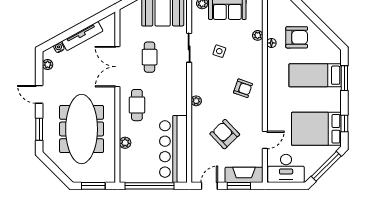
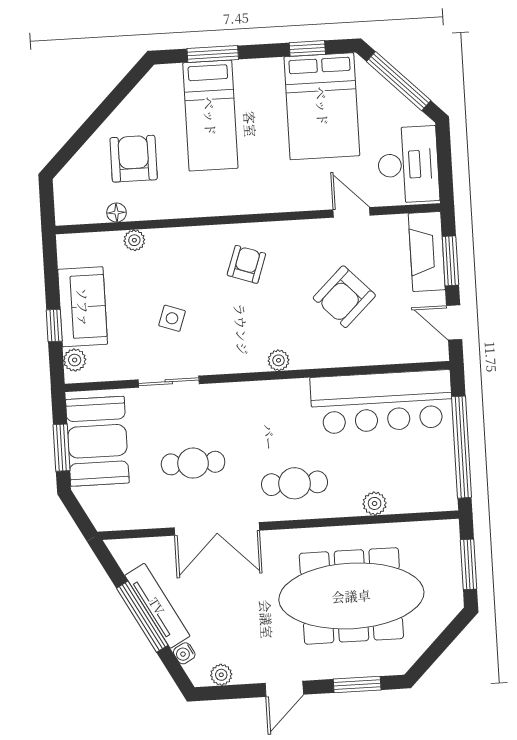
window: (78, 28) -> (142, 617), added
floor lamp: (271, 43) -> (116, 213), moved

